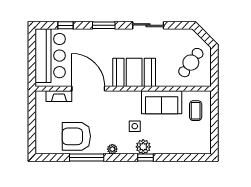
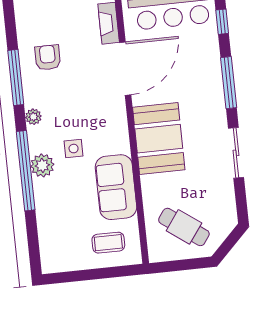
window: (104, 25) -> (229, 83), width x1.44
armchair: (76, 136) -> (48, 58), width x0.53, depth x0.53
window: (145, 157) -> (26, 171), width x3.17

